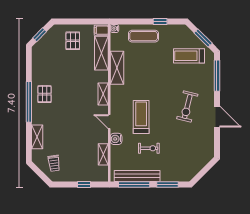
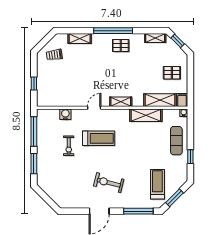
water cooler: (116, 139) -> (65, 114), moved
shelving: (103, 154) -> (155, 38), moved
bench: (137, 176) -> (42, 134), removed

